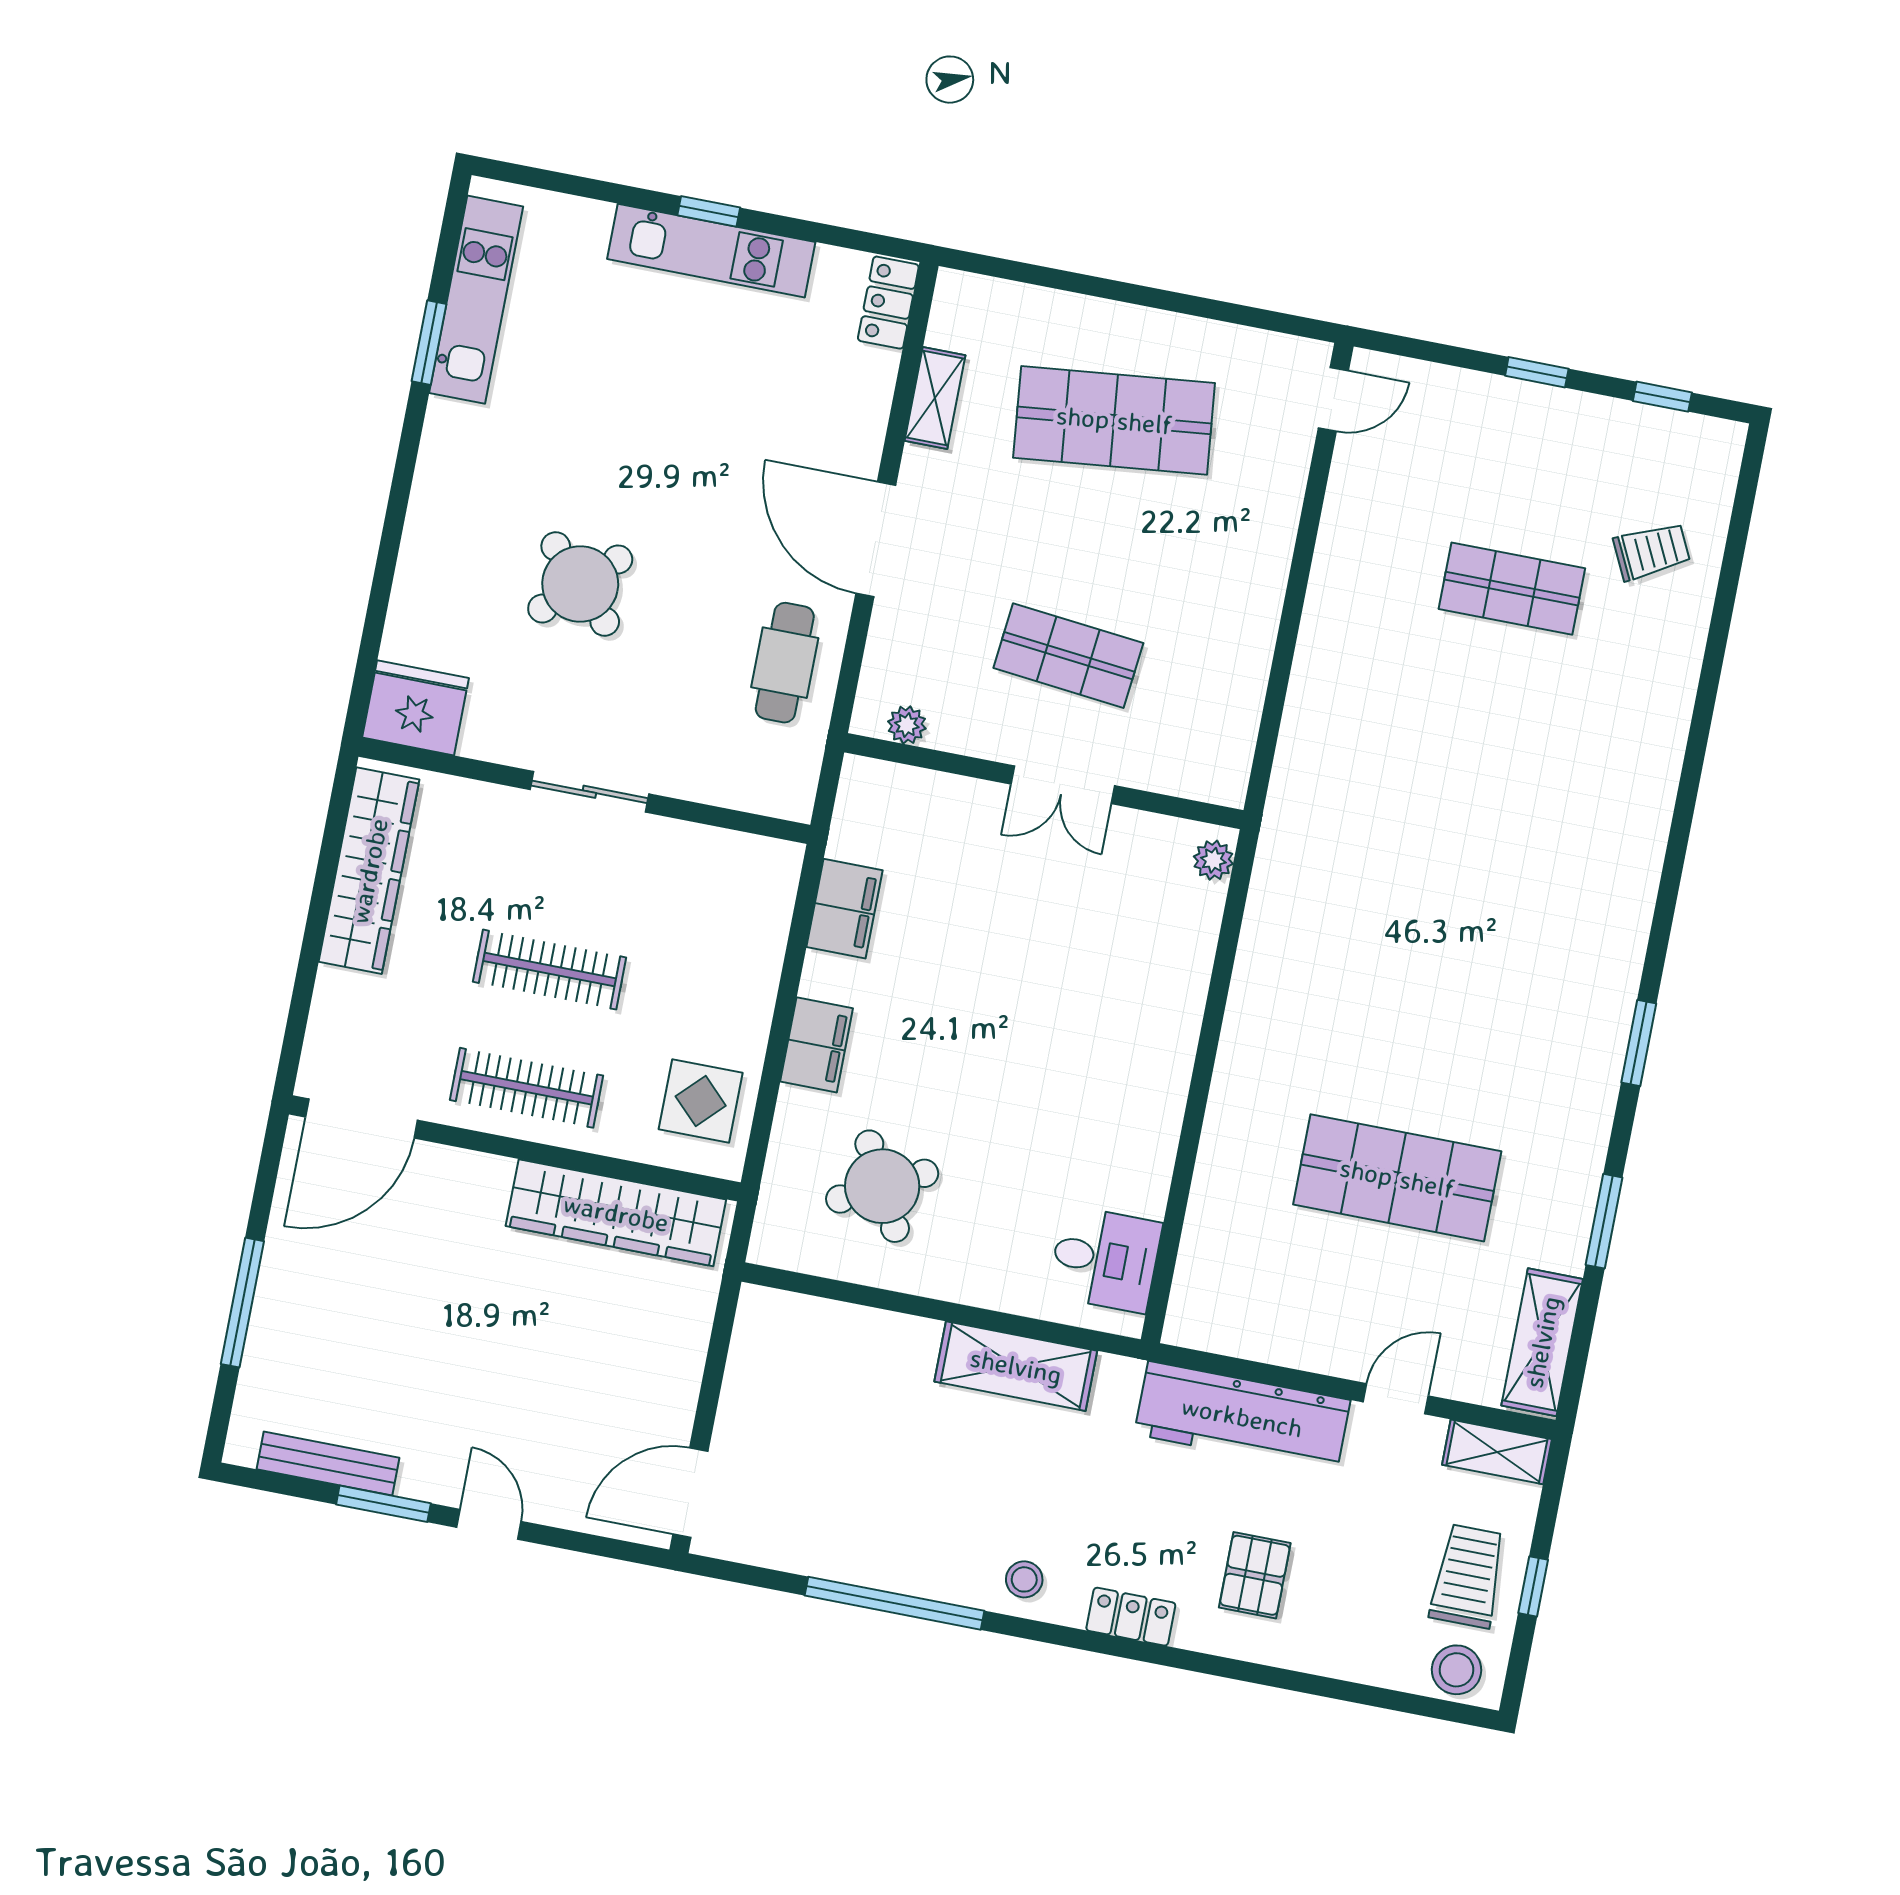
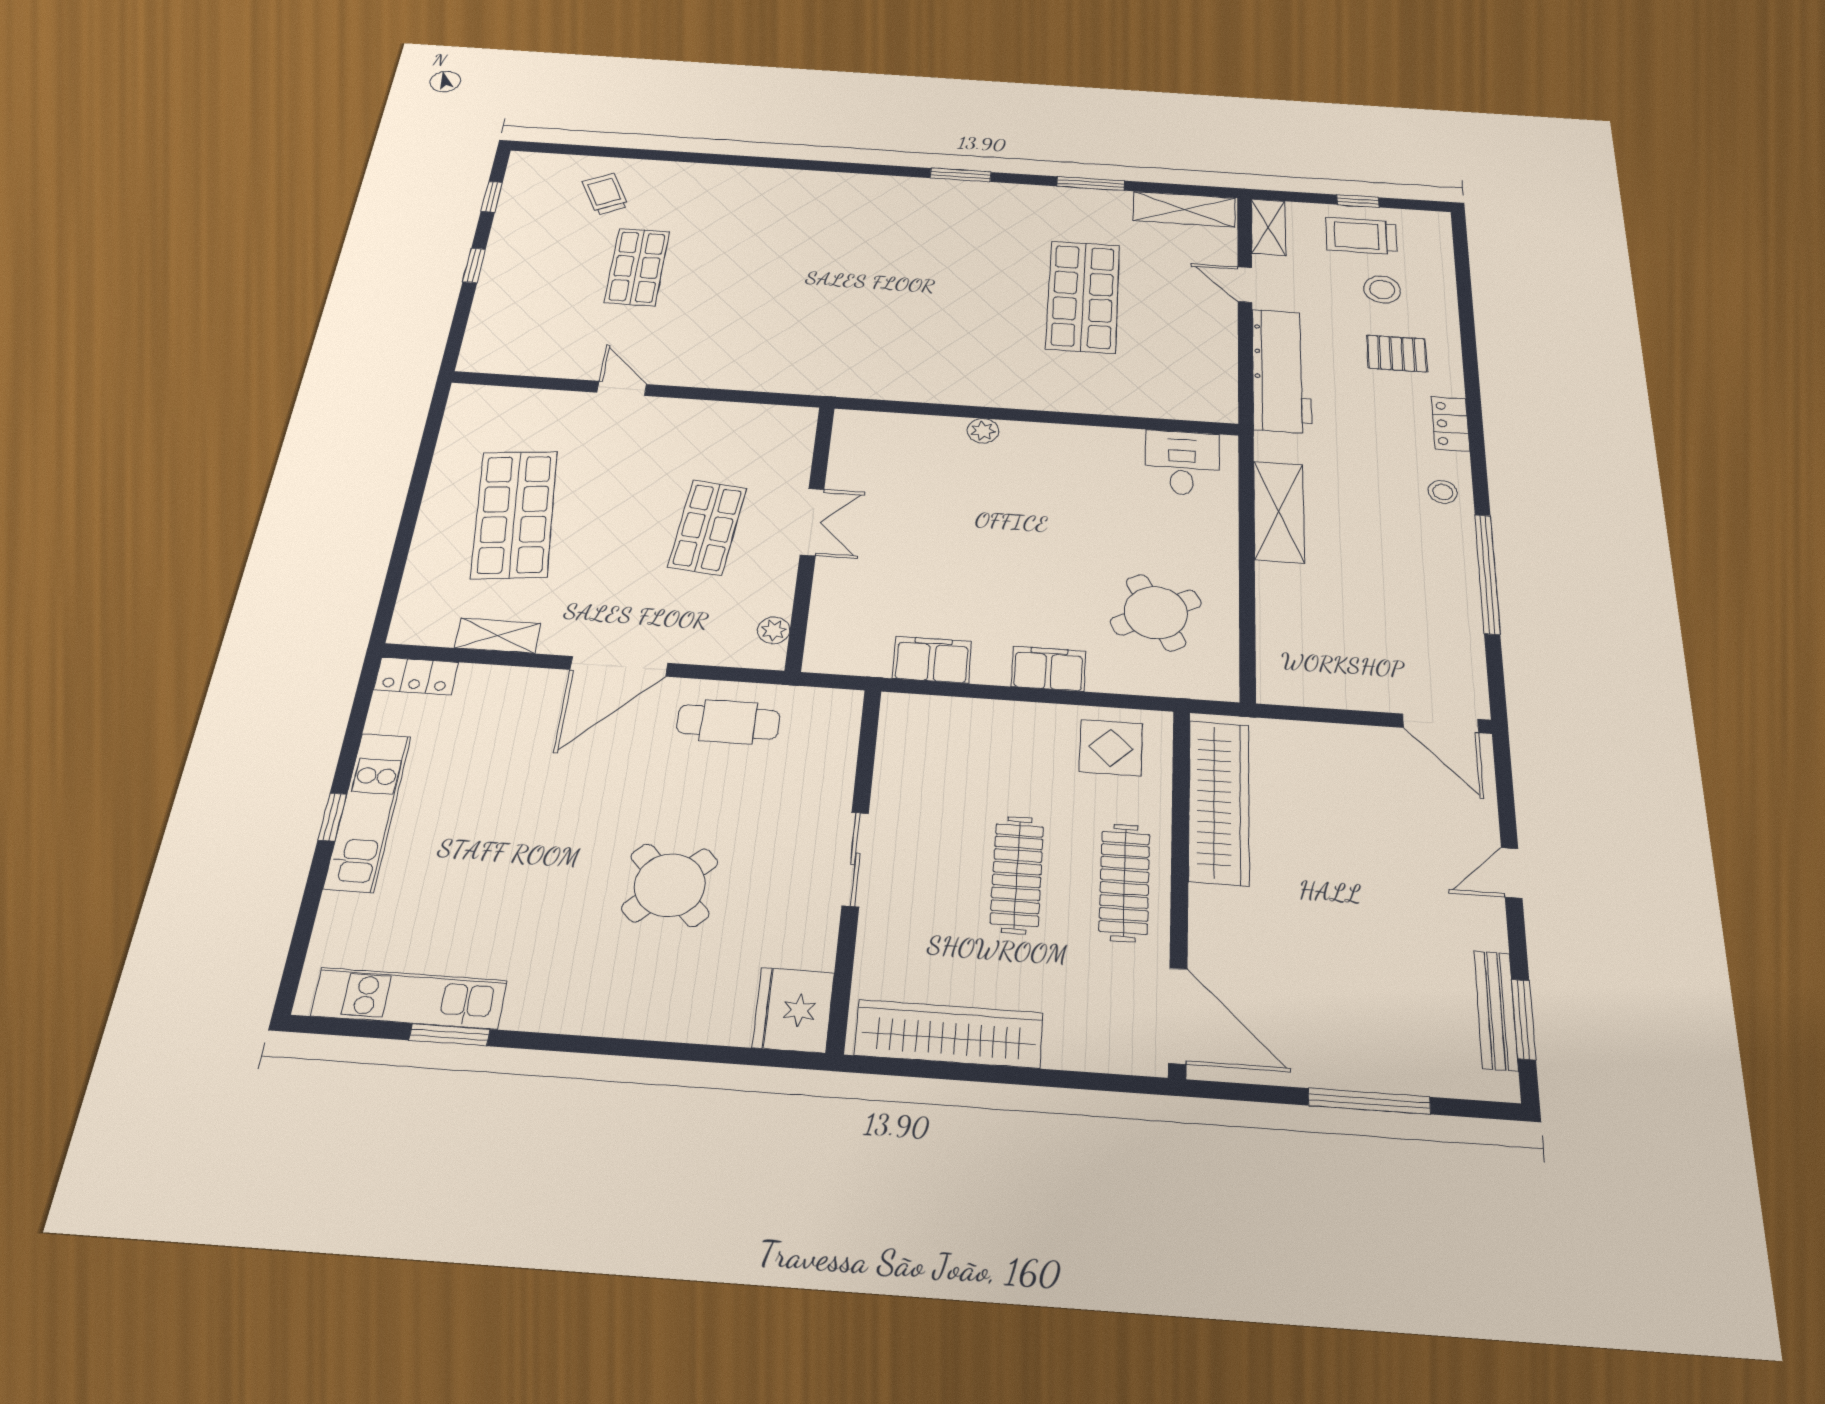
door: (1333, 399) -> (622, 388), moved
plant: (1213, 860) -> (983, 431), moved
window: (383, 1504) -> (1524, 1019), moved
stool: (1457, 1670) -> (1382, 290), moved

